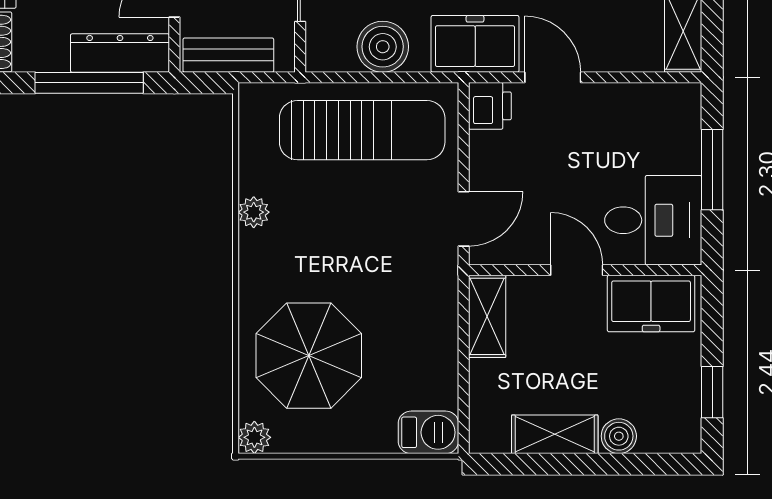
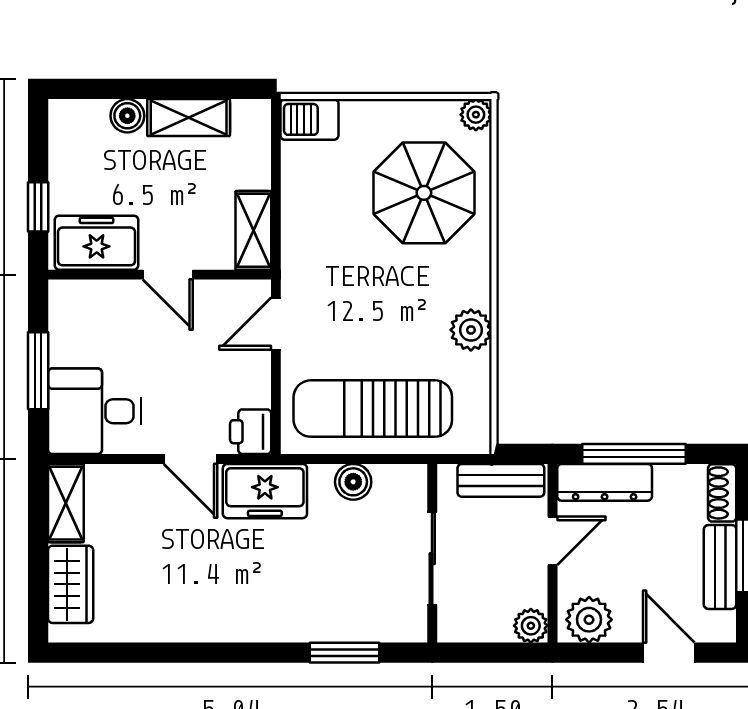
boiler: (383, 47) -> (353, 482), width x0.73, depth x0.73
plant: (254, 212) -> (471, 330), width x1.38, depth x1.38
desk: (653, 220) -> (94, 411), moved
window: (712, 392) -> (38, 207), moved

